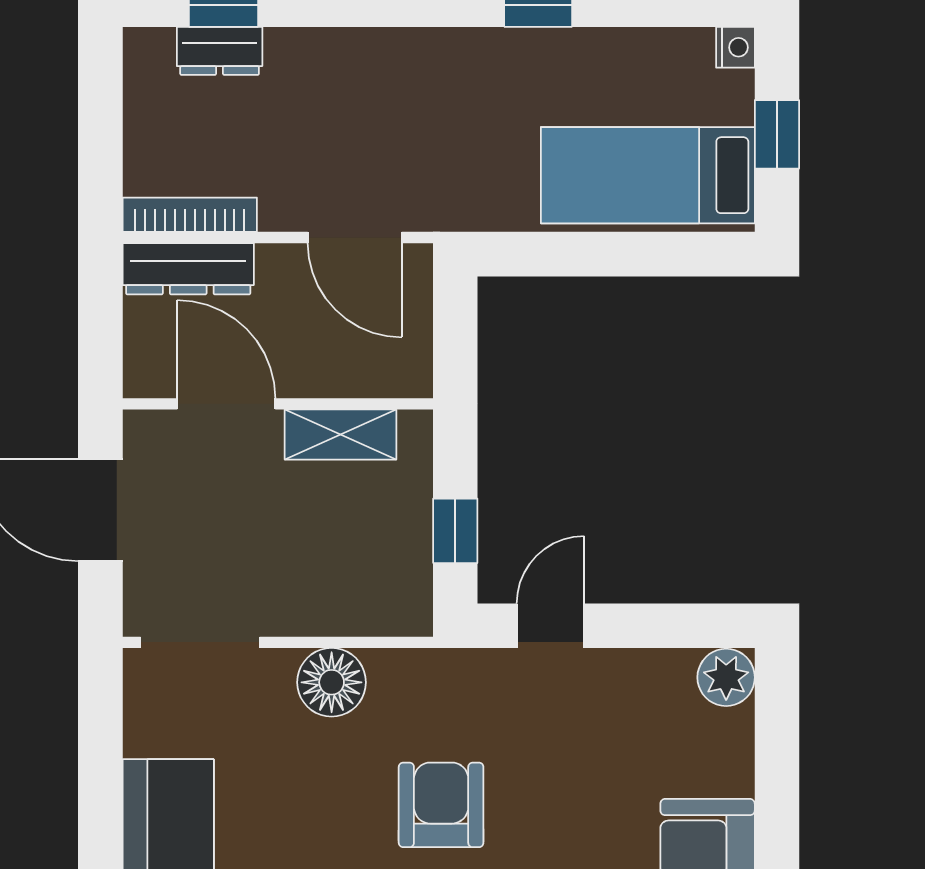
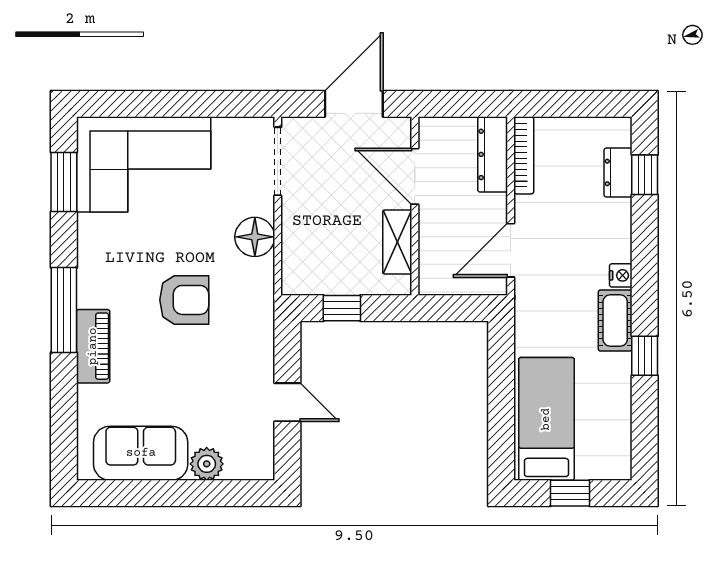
nightstand: (735, 47) -> (621, 275), moved, turned -90
cot: (477, 56) -> (615, 320), added
door: (226, 404) -> (415, 176), swing flipped
door: (550, 626) -> (287, 402), moved
plant: (726, 677) -> (207, 464), moved

